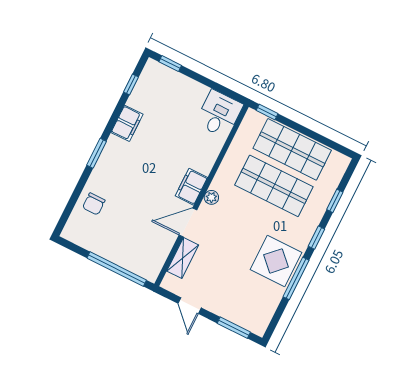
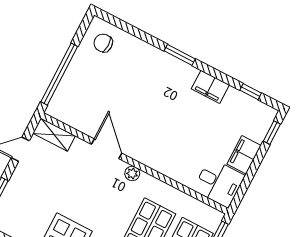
filing cabinet: (191, 187) -> (244, 155), moved, turned -90
chair: (94, 204) -> (103, 43), moved
shelving: (183, 258) -> (54, 135), moved

